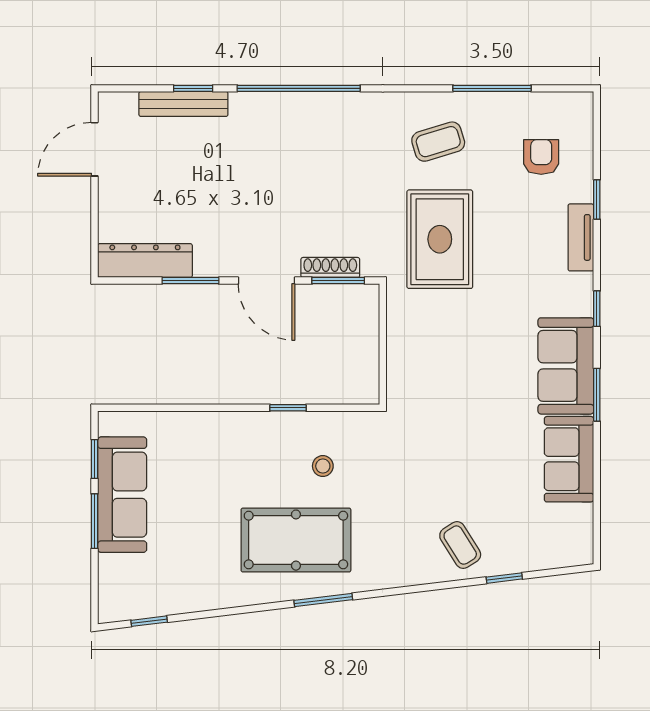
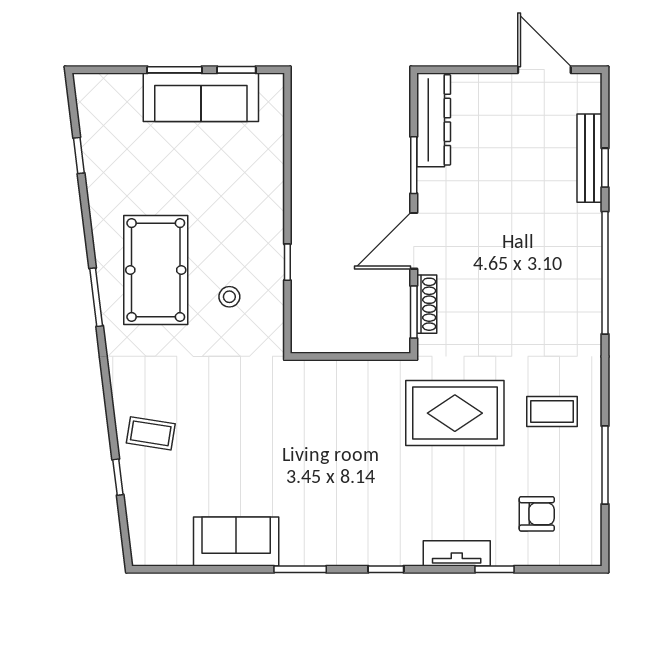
coffee table: (438, 142) -> (552, 411), turned -73
sofa: (566, 366) -> (329, 538), removed
coffee table: (460, 545) -> (151, 433), turned 41
window: (149, 621) -> (79, 156), moved

